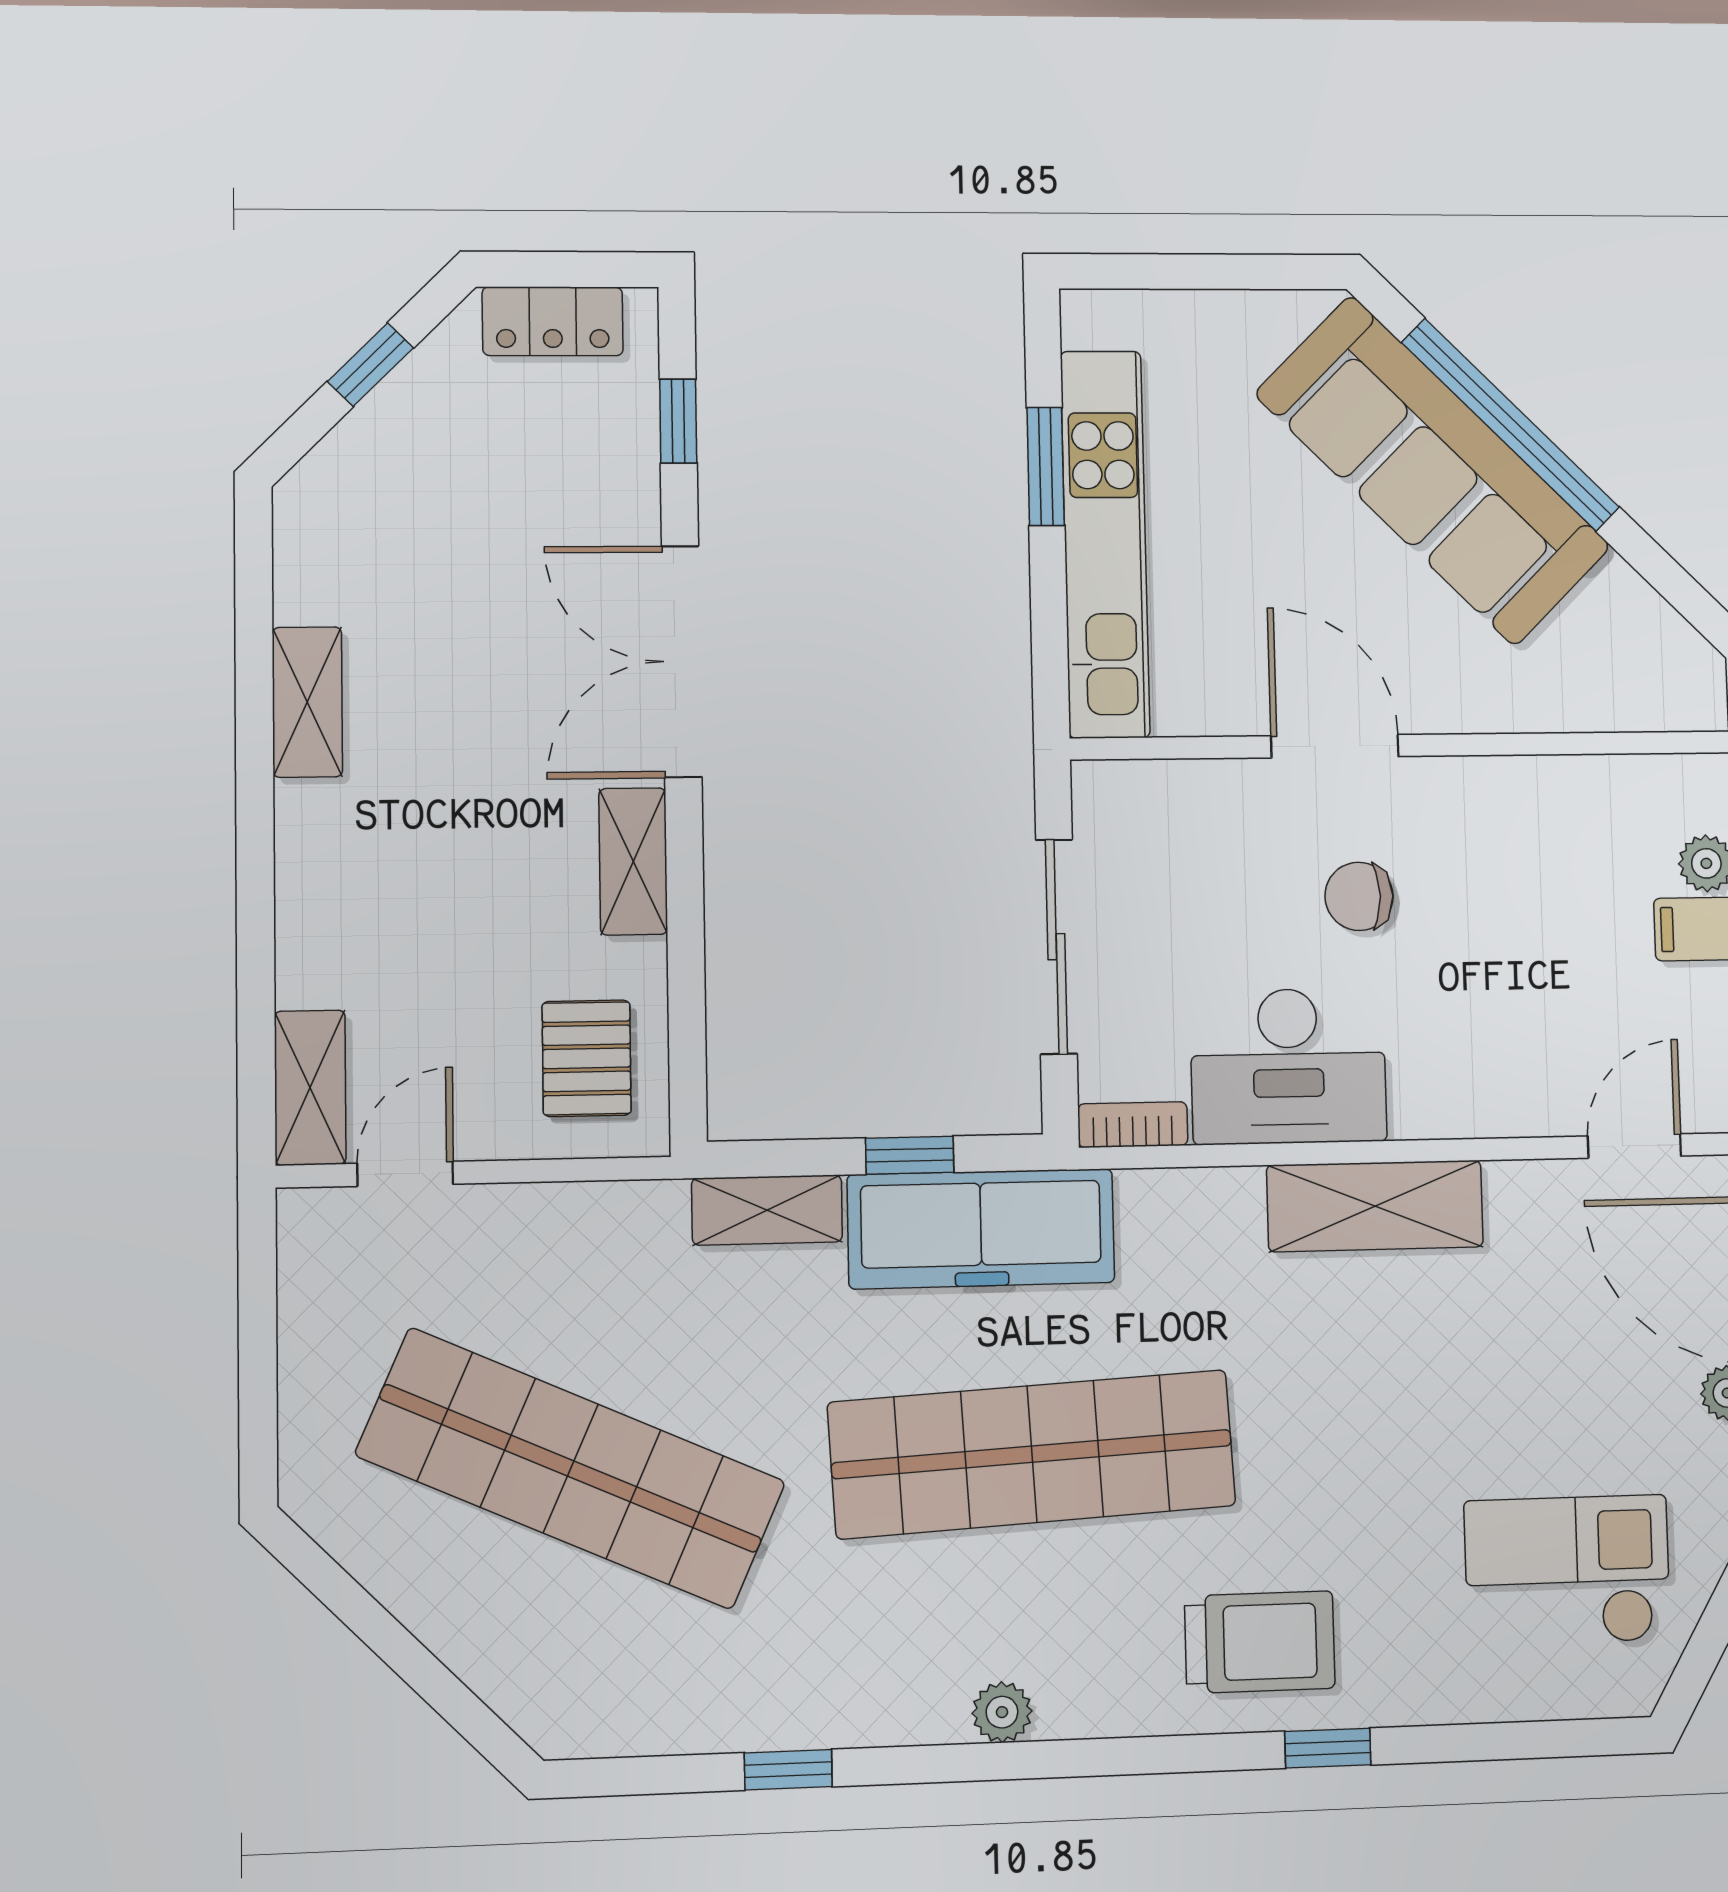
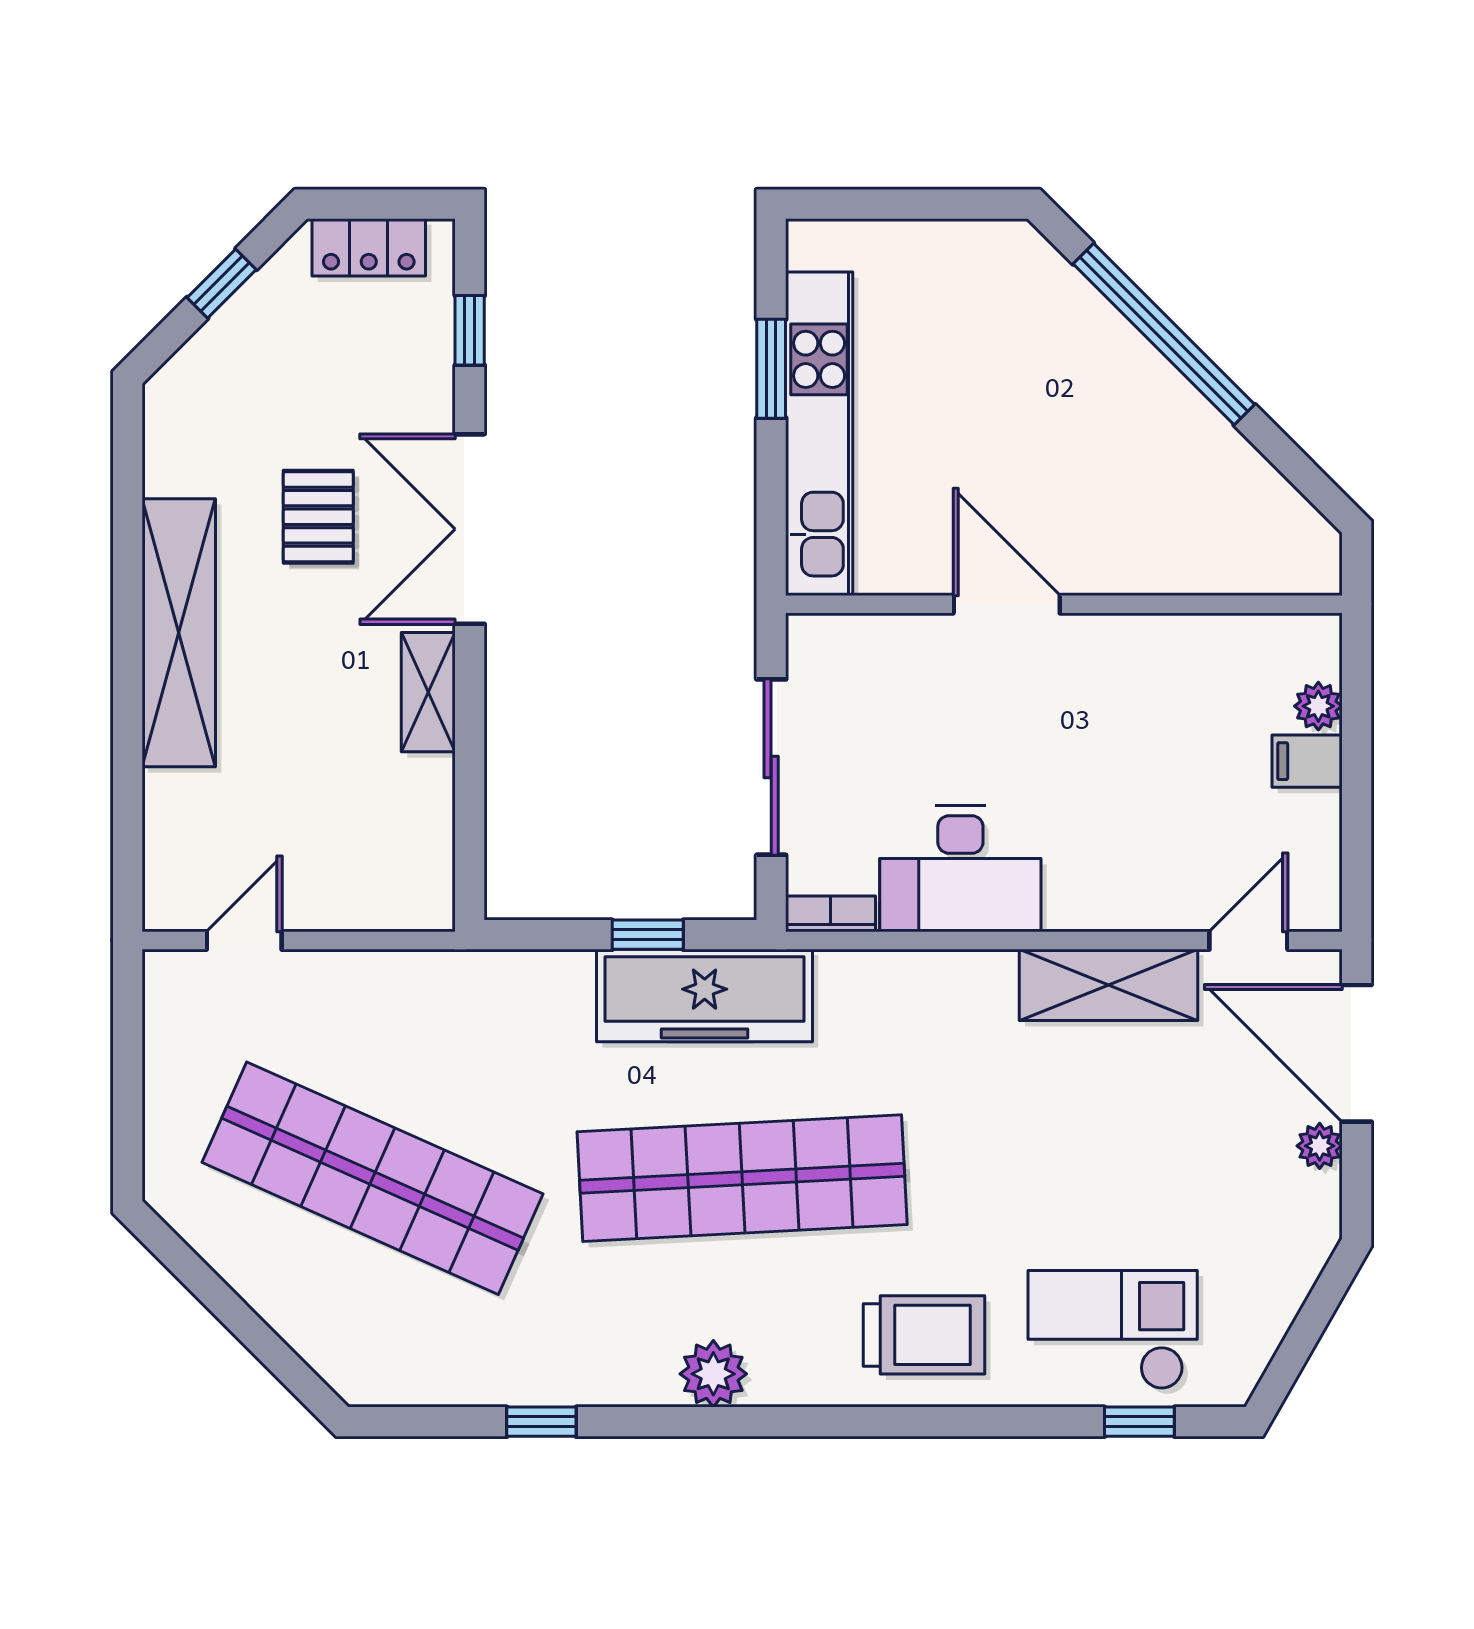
sofa: (1433, 470) -> (1096, 373), removed
shelving: (307, 702) -> (179, 633), width x2.20, depth x1.33
chair: (1359, 896) -> (1023, 730), removed
pallet: (587, 1058) -> (318, 517), moved
shelving: (310, 1088) -> (170, 870), removed
shelving: (1375, 1206) -> (1108, 985), moved
shelving: (767, 1210) -> (532, 976), removed
checkout: (1567, 1571) -> (1113, 1330), moved
plant: (1002, 1712) -> (713, 1374), width x1.38, depth x1.38
window: (1328, 1748) -> (1139, 1422), moved

